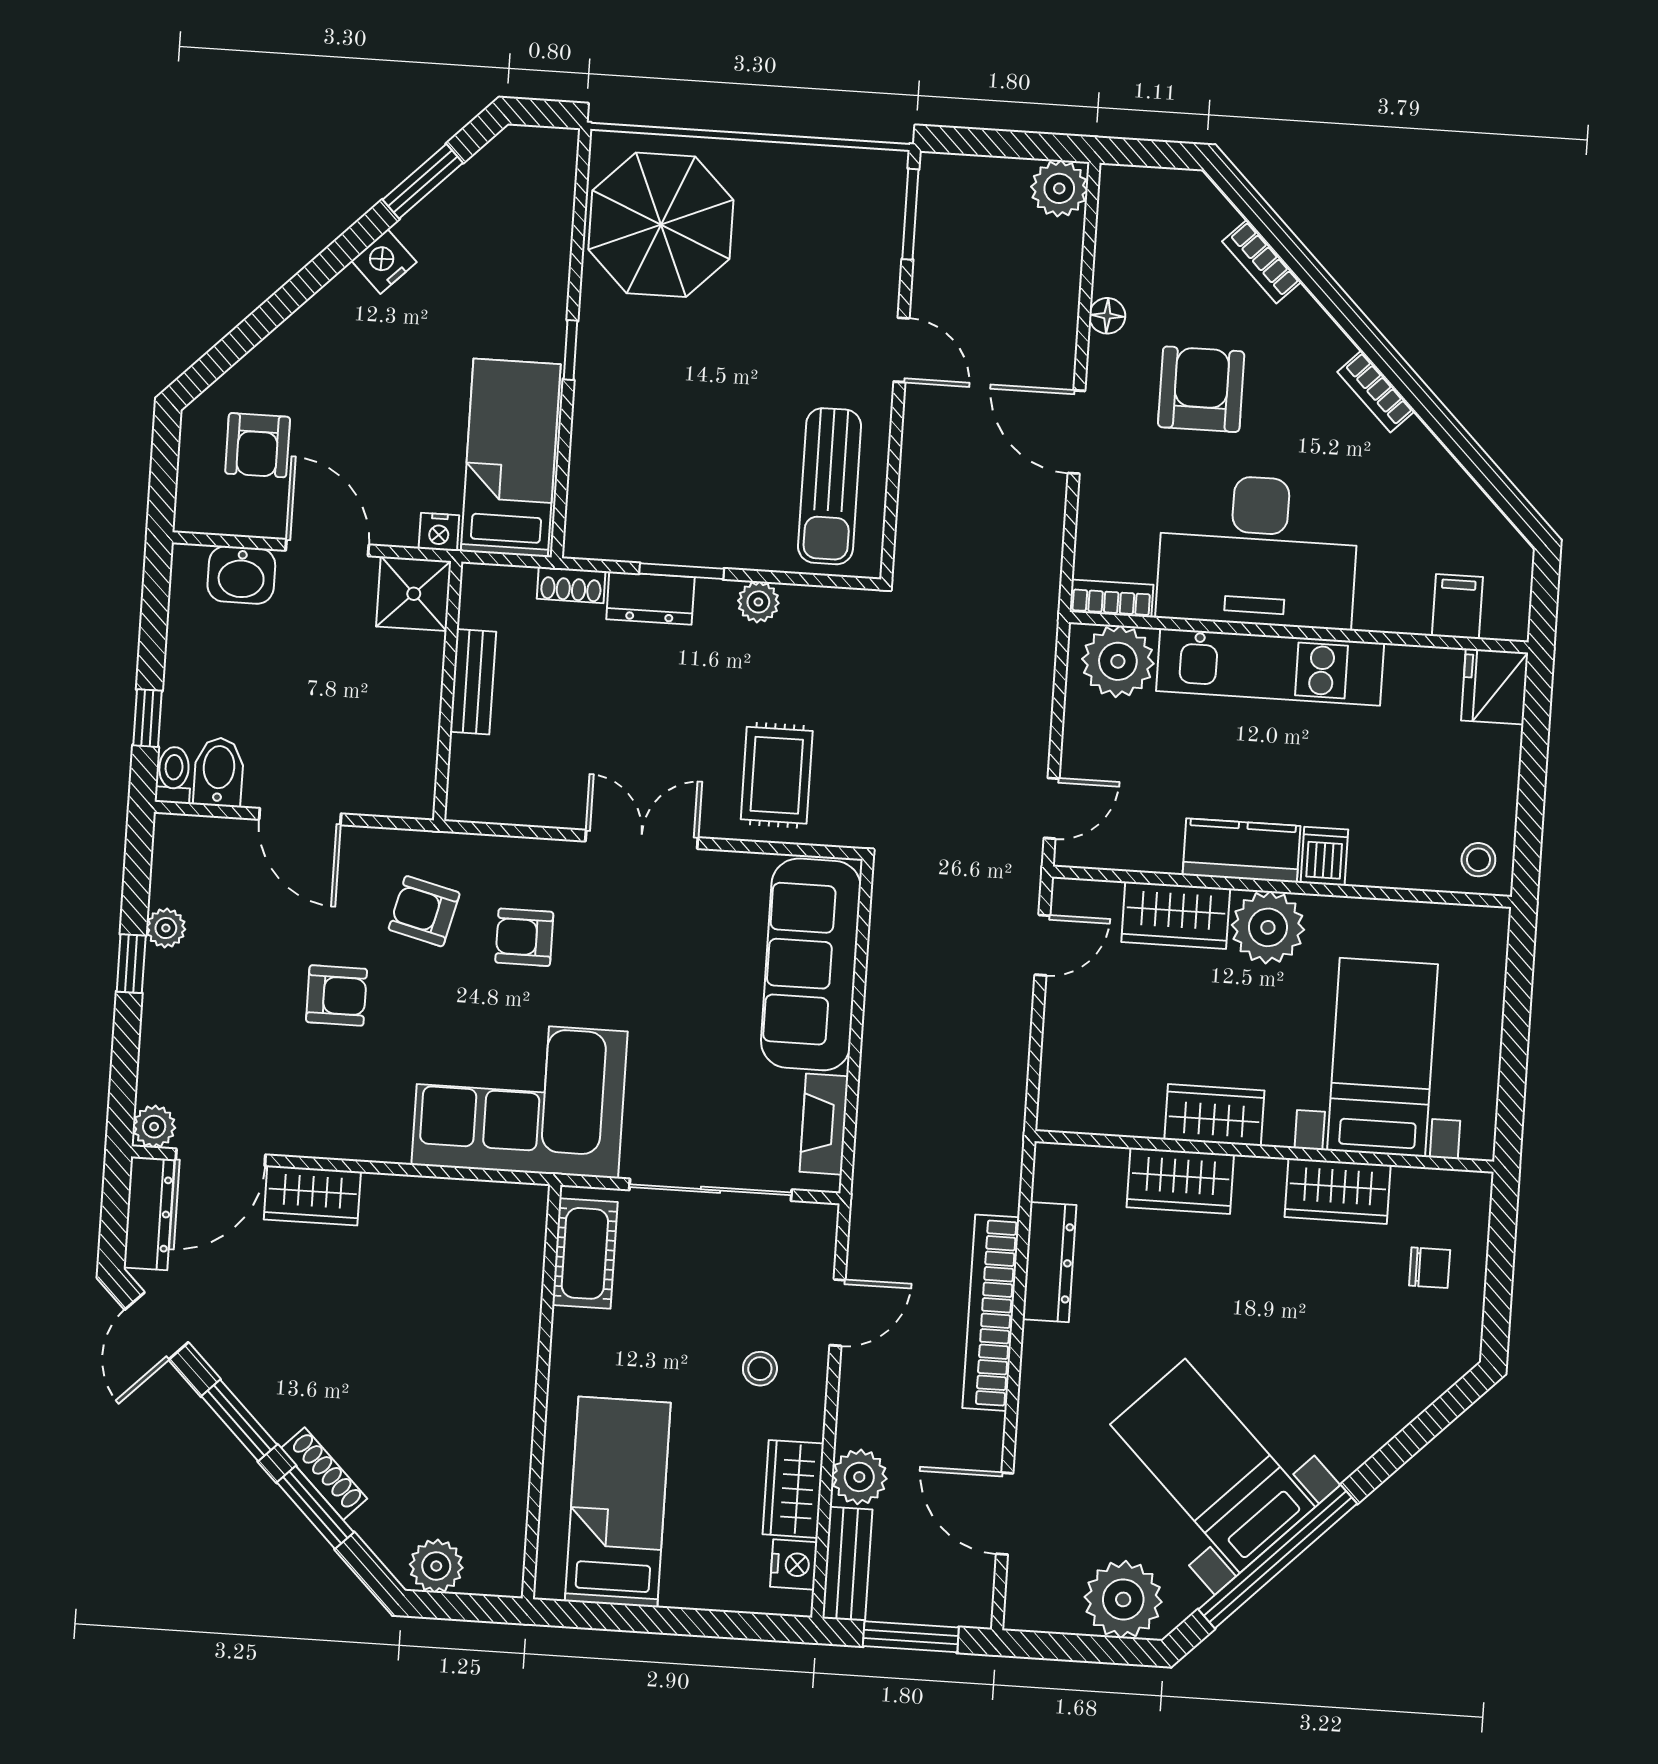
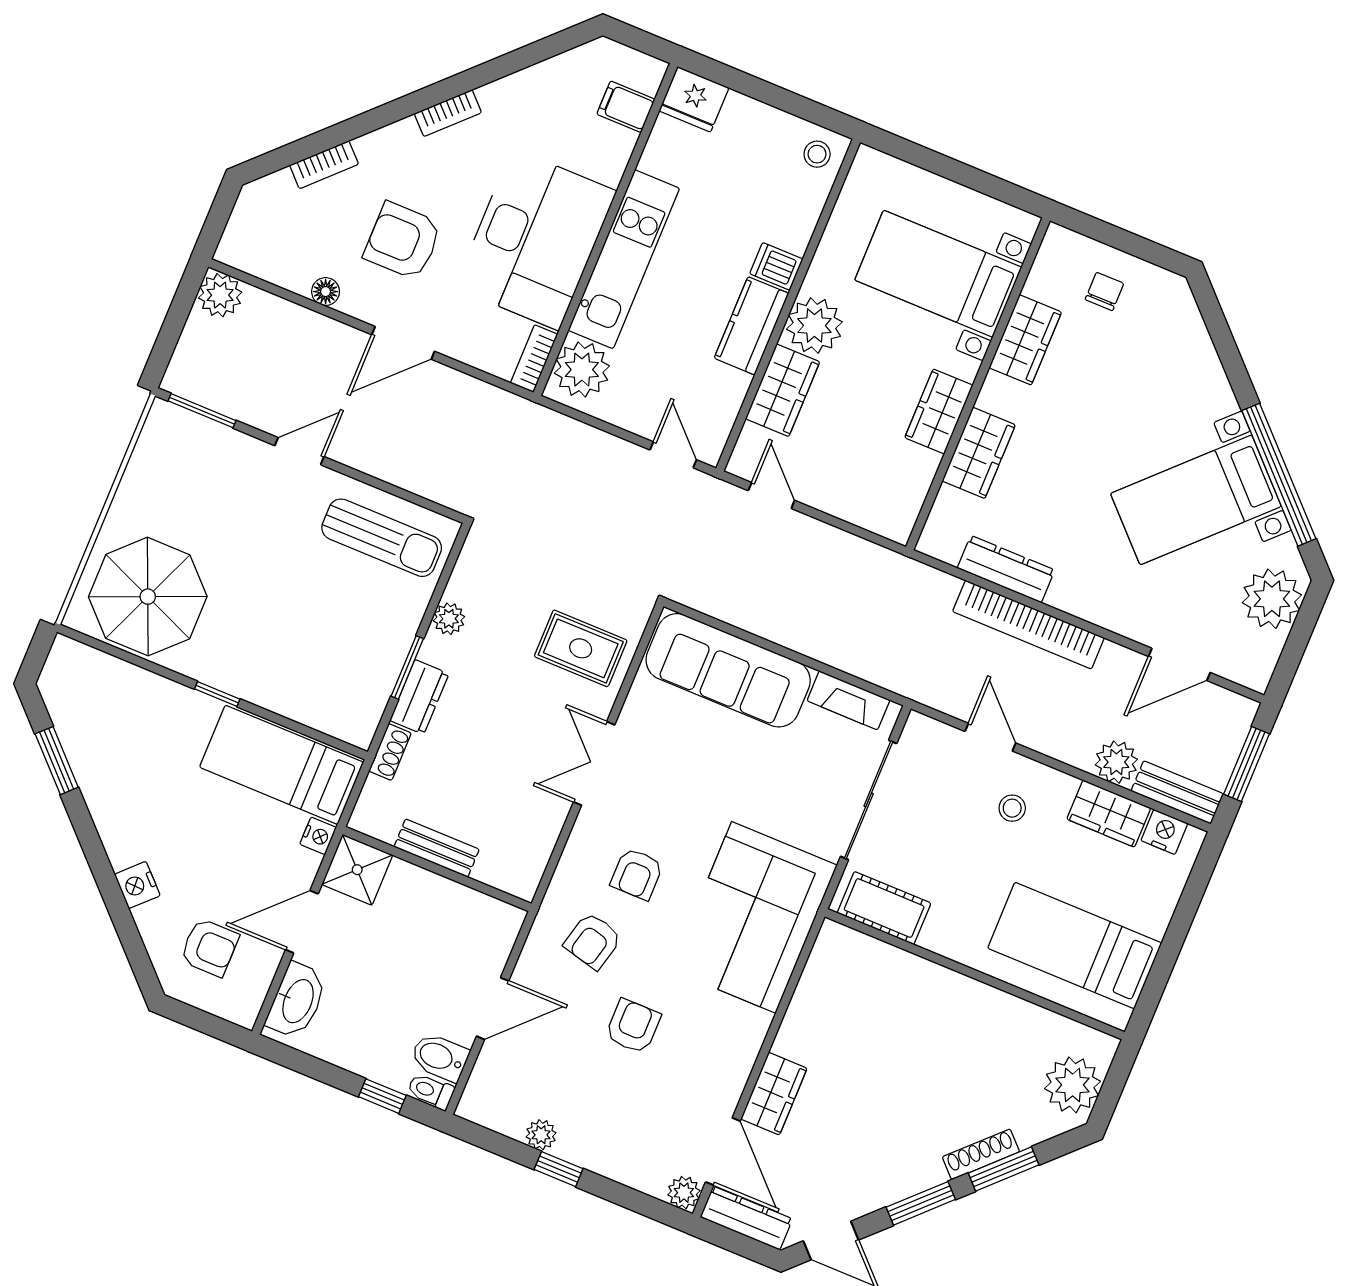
nightstand: (384, 261) -> (137, 885), moved
washbasin: (241, 575) -> (297, 1001), width x1.38
plant: (436, 1566) -> (1073, 1085), width x1.36, depth x1.36

